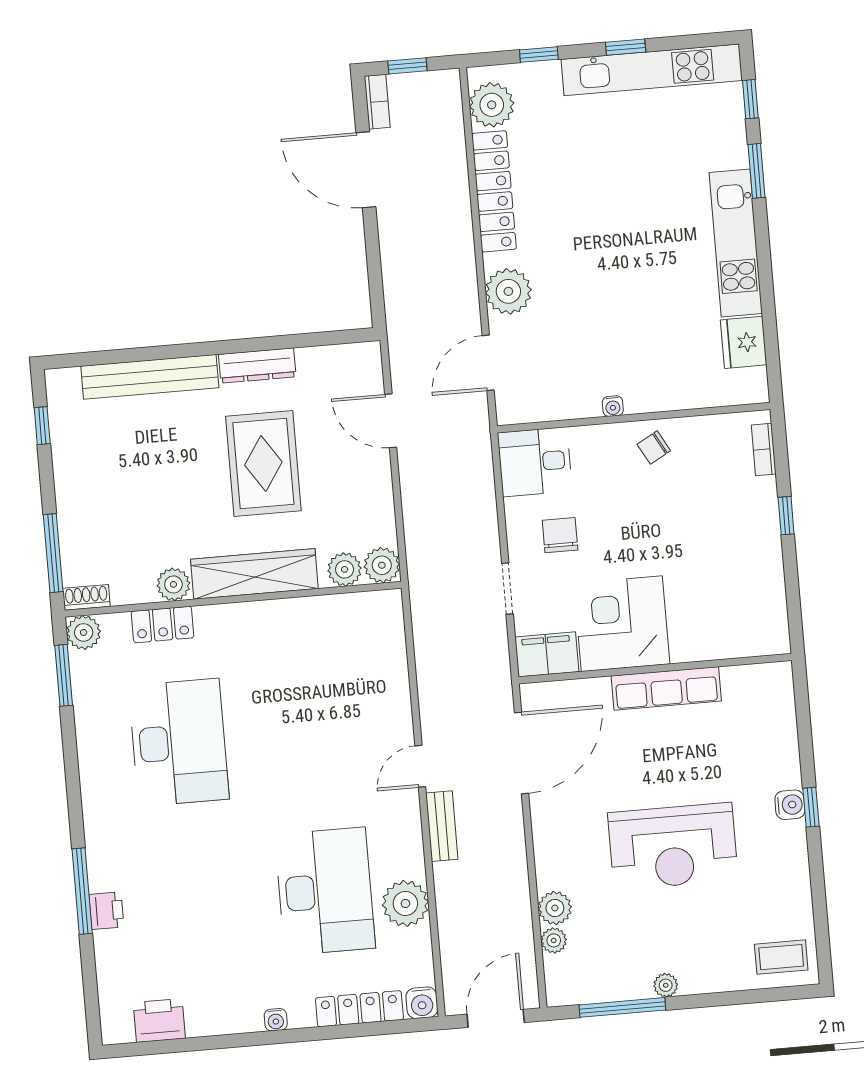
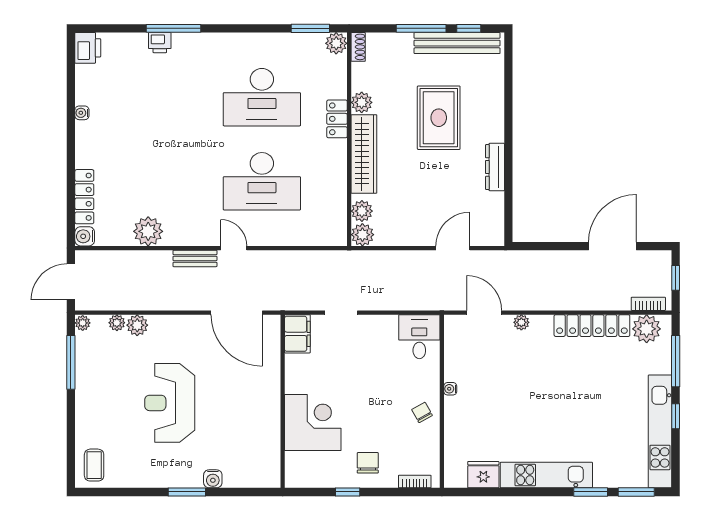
window: (539, 55) -> (676, 361), width x2.17
window: (750, 99) -> (636, 492), width x1.50
bookcase: (377, 102) -> (648, 304), moved, turned 180
plant: (508, 291) -> (521, 322), width x0.53, depth x0.53
bench: (150, 377) -> (457, 43), moved, turned 90
rug: (263, 464) -> (439, 118), moved, turned 90
window: (786, 516) -> (348, 492), moved
chair: (560, 535) -> (368, 463), moved, turned -90
window: (53, 553) -> (421, 28), moved
corner desk: (622, 624) -> (313, 423), moved
locker: (163, 625) -> (337, 119), moved
row of seats: (666, 688) -> (270, 407), removed
water cooler: (790, 805) -> (213, 479), moved
window: (811, 807) -> (187, 492), width x1.50
desk: (325, 891) -> (262, 181), moved
plant: (666, 985) -> (83, 323), moved
door: (496, 1018) -> (71, 282), swing flipped
printer: (159, 1020) -> (88, 48), moved
water cooler: (276, 1020) -> (82, 113), moved

